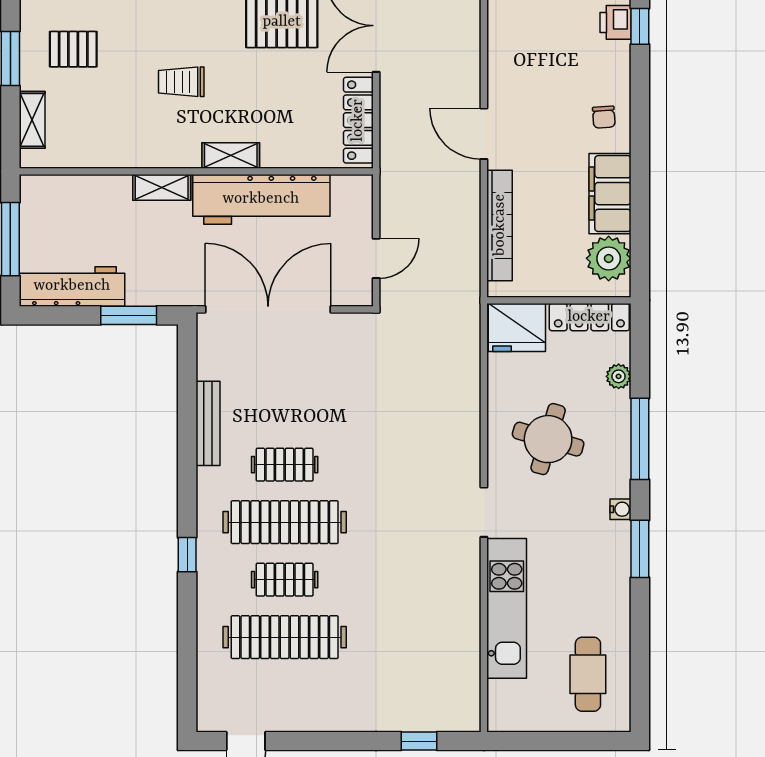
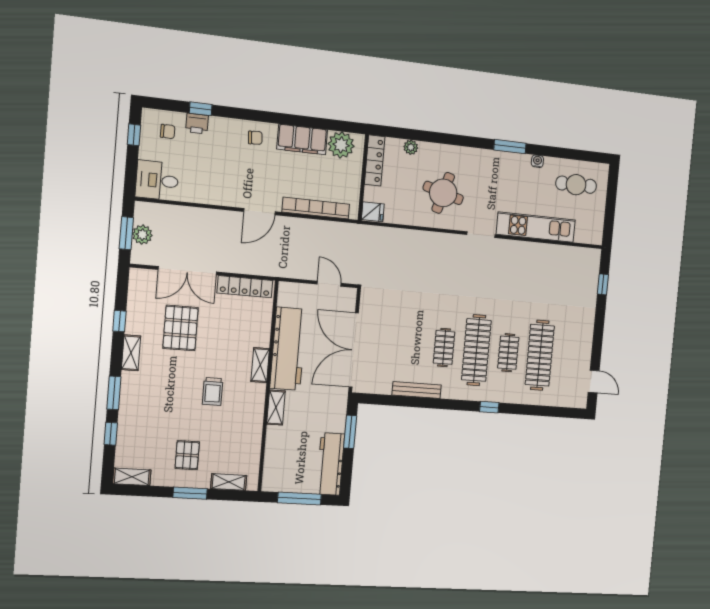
fridge: (517, 327) -> (373, 212), width x0.53, depth x0.75
window: (640, 439) -> (448, 139), removed
water cooler: (620, 509) -> (537, 161), moved

